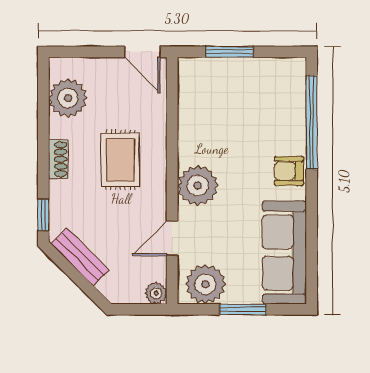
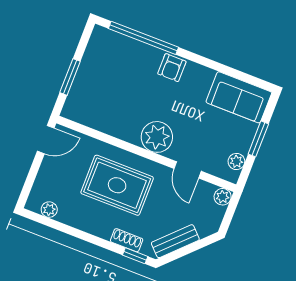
plant: (68, 98) -> (49, 210), width x0.53, depth x0.53
shoe rack: (58, 159) -> (127, 240), moved
rug: (120, 160) -> (117, 185), width x1.36, depth x1.43
sofa: (284, 253) -> (239, 97), width x0.73
plant: (205, 284) -> (236, 161), width x0.53, depth x0.53

